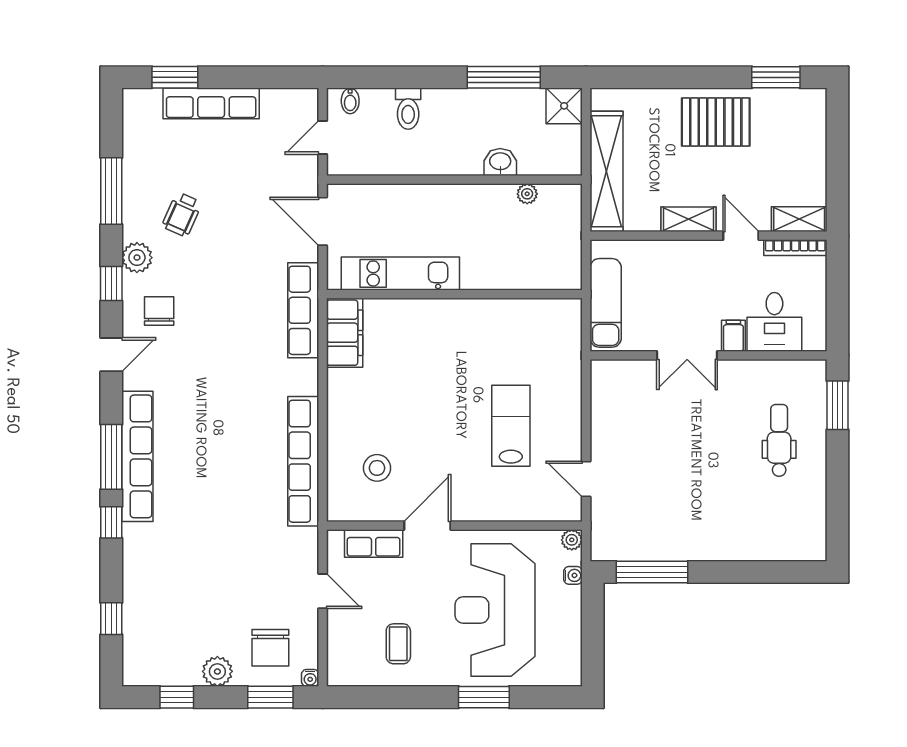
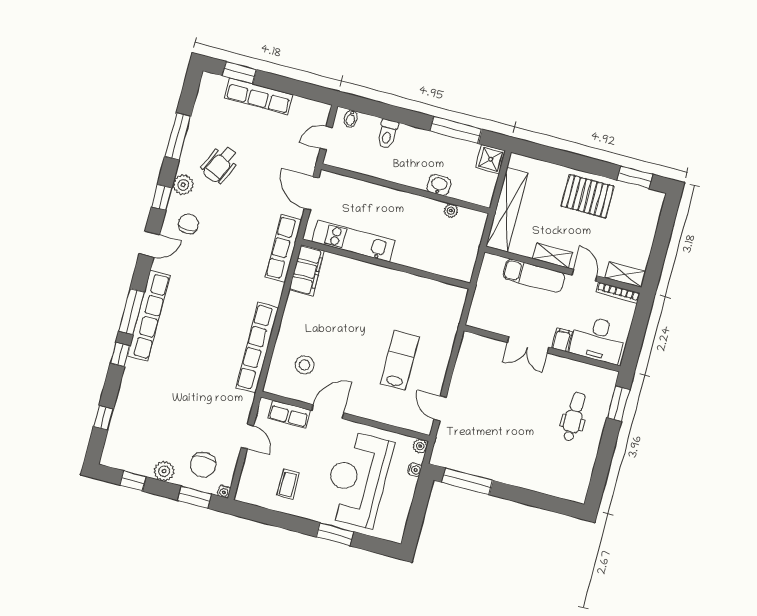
wheelchair: (182, 214) -> (220, 164), width x1.36, depth x1.37
exam couch: (606, 303) -> (534, 276), moved, turned 90
desk: (774, 322) -> (598, 340), width x1.37

